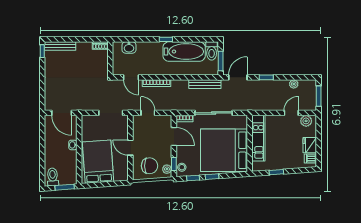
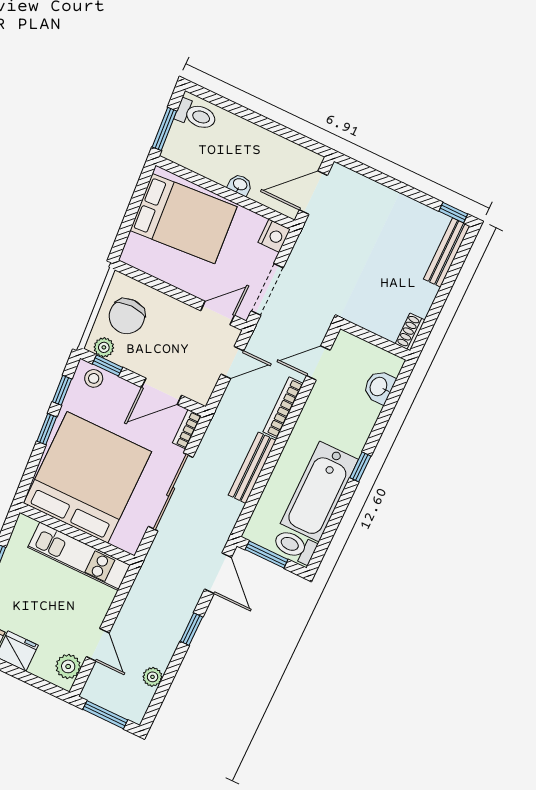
bench: (205, 84) -> (252, 468), moved
nightstand: (87, 121) -> (274, 236), added
door: (130, 148) -> (218, 313), moved

